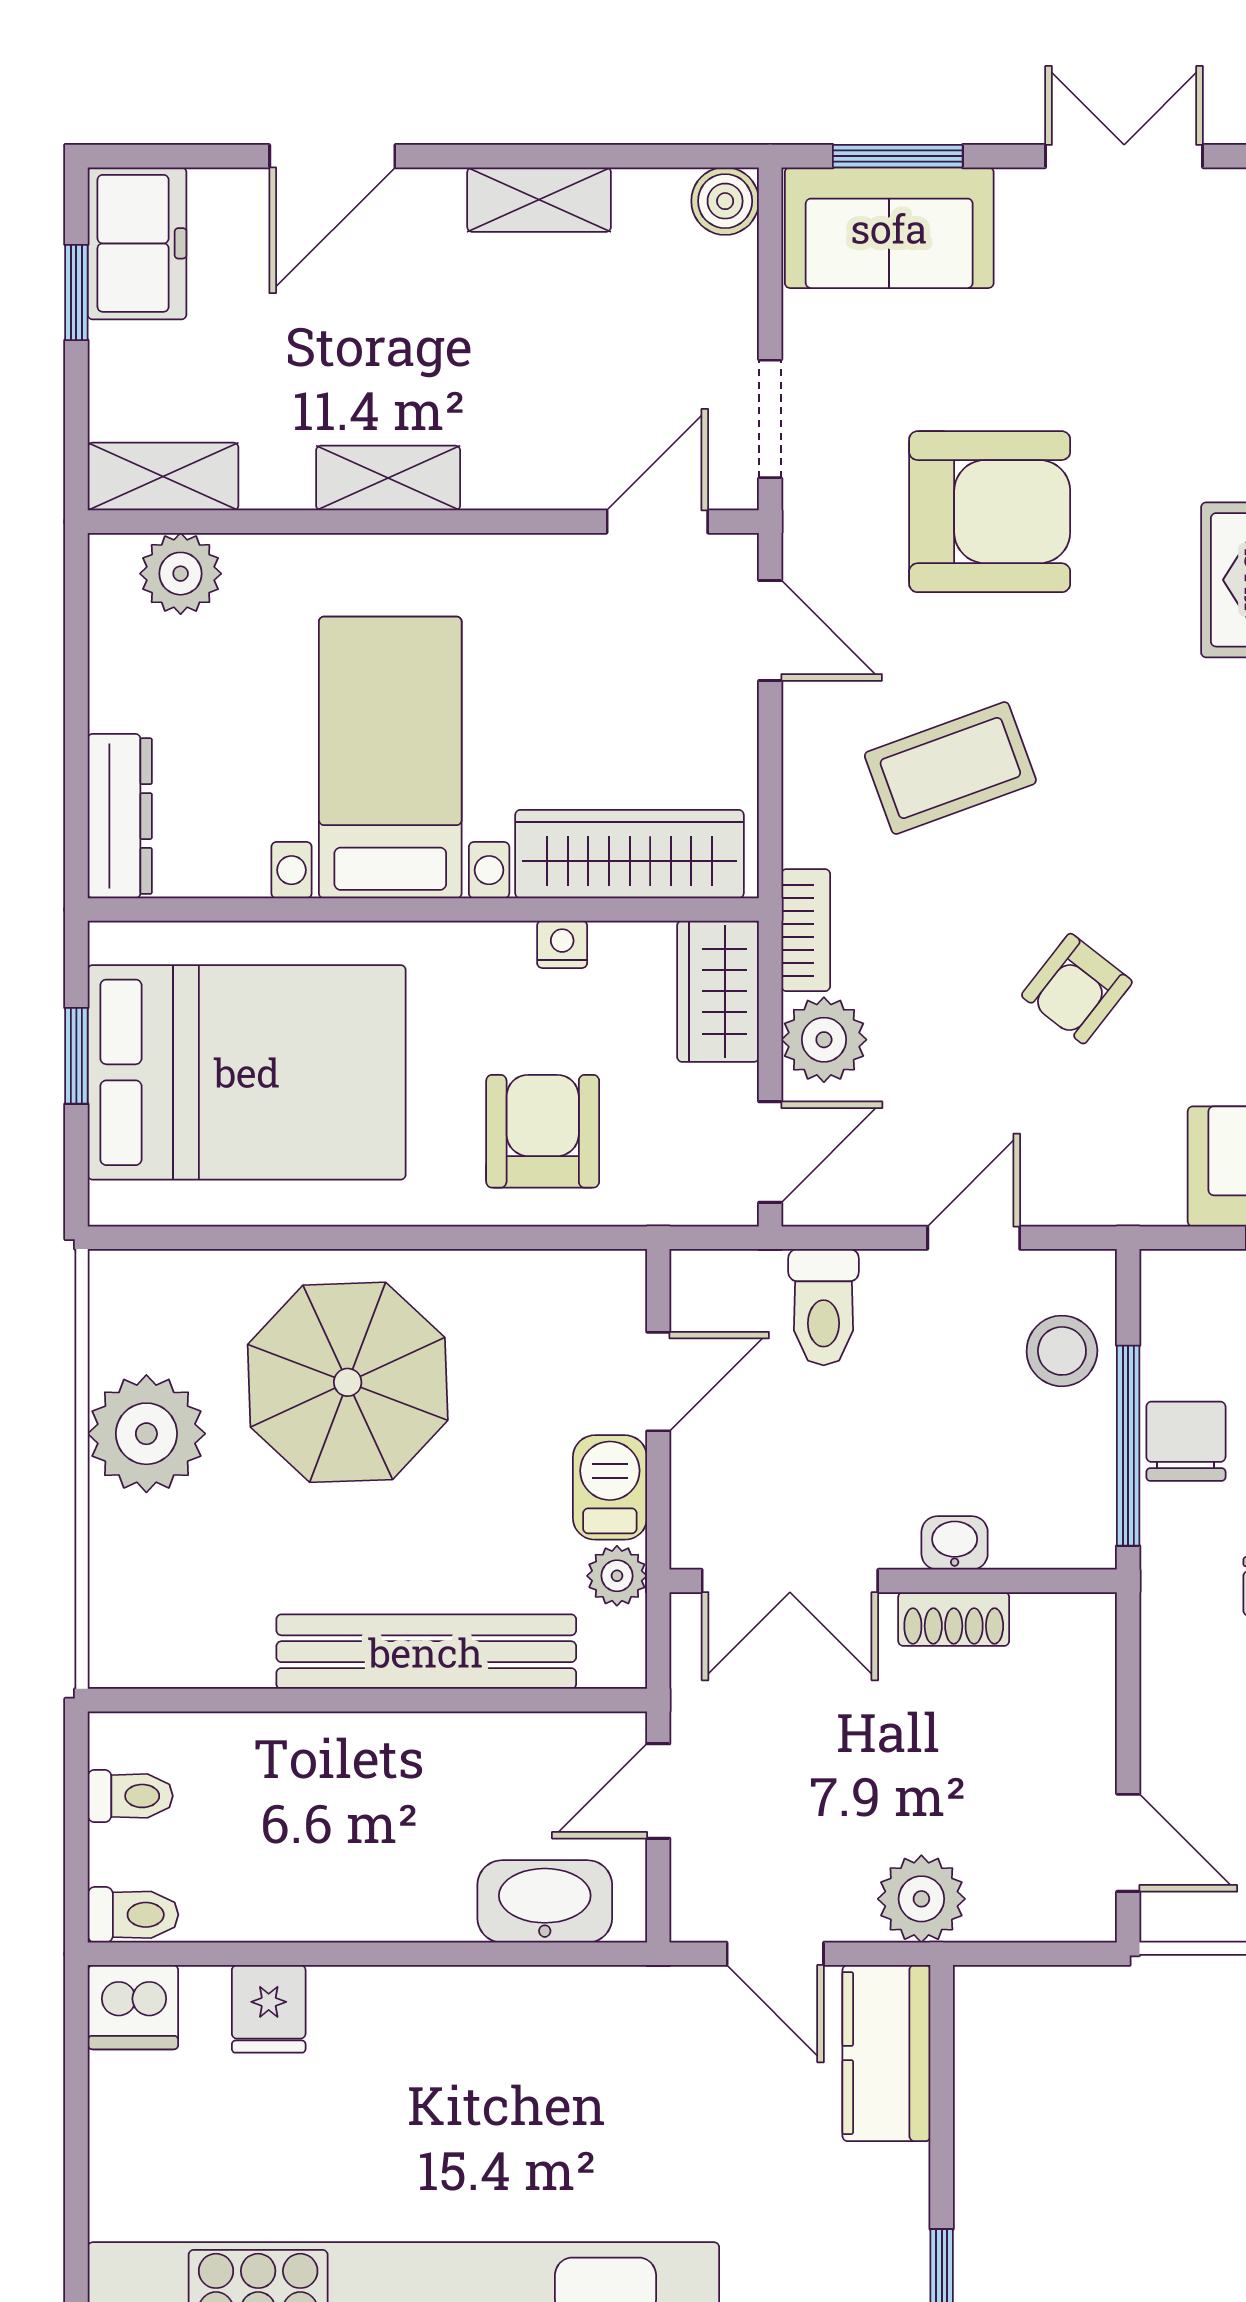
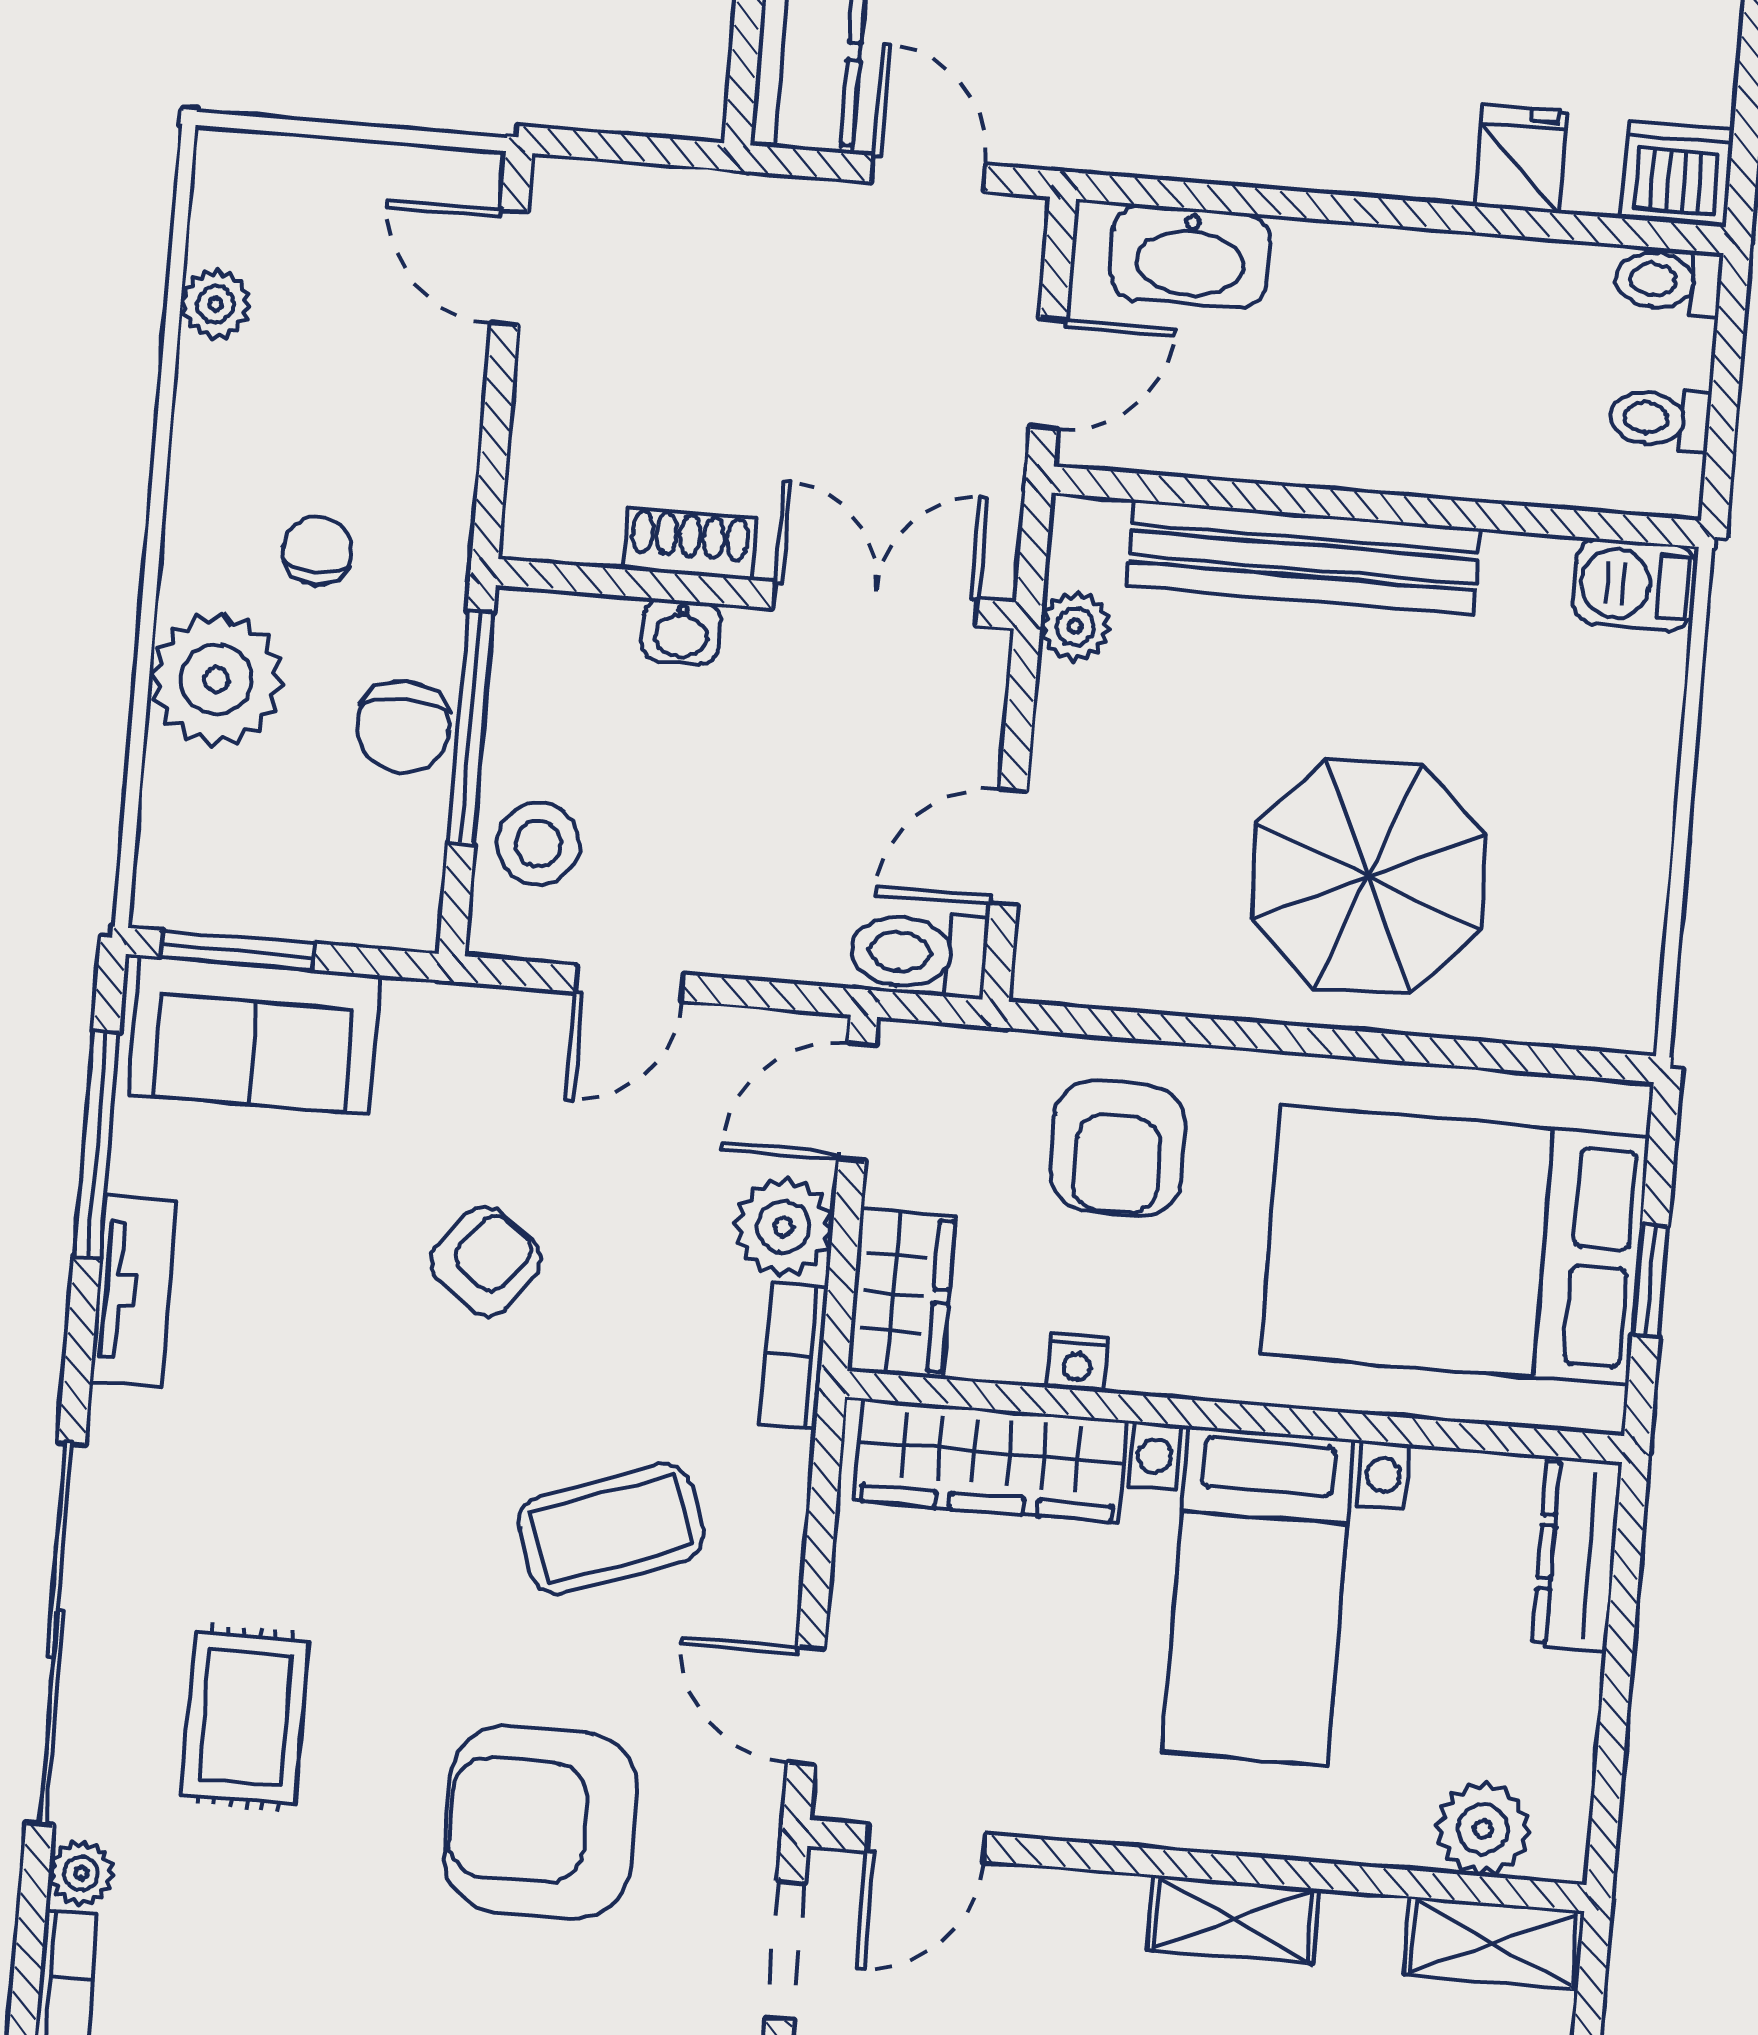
toilet: (824, 1307) -> (919, 953), moved, turned -90
plant: (146, 1434) -> (1606, 837), removed
barbecue: (610, 1487) -> (1635, 585), moved, turned 90
plant: (921, 1899) -> (754, 223), removed

